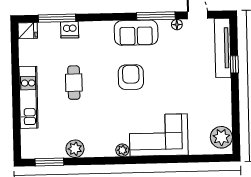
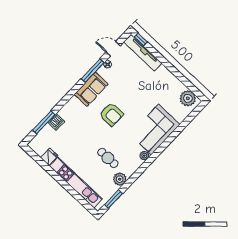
fridge: (28, 31) -> (49, 157), moved
window: (234, 64) -> (141, 39), moved
armchair: (131, 77) -> (111, 114), turned 180
cafe table: (74, 83) -> (108, 158), moved
kitchen unit: (29, 97) -> (76, 183), width x1.36

